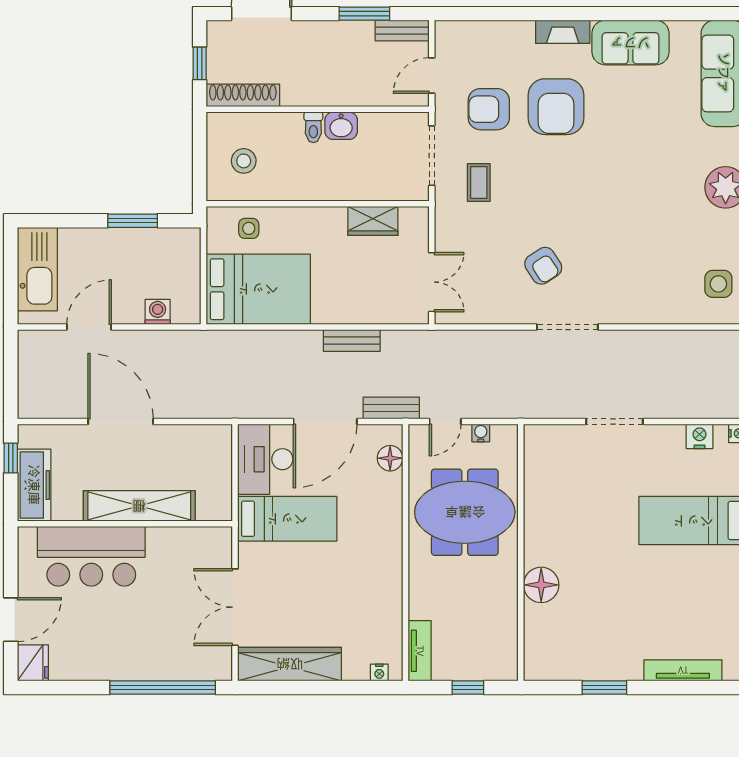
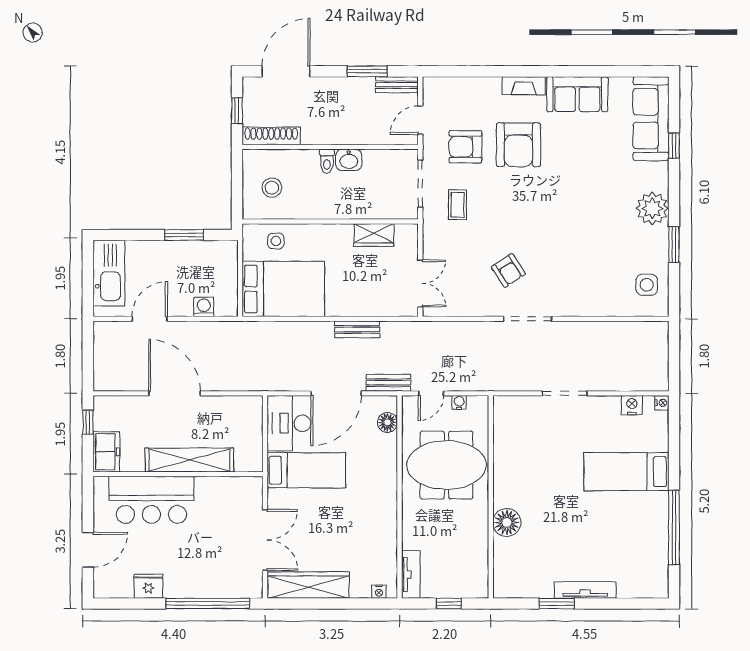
freezer: (34, 485) -> (106, 452), width x0.71
double door: (235, 607) -> (265, 540), swing flipped
fridge: (33, 663) -> (148, 586), moved, turned -90
tv unit: (683, 670) -> (585, 590), moved

